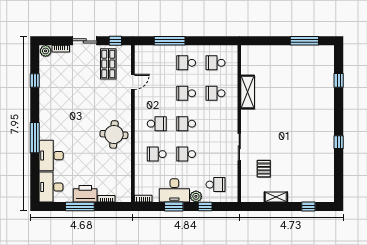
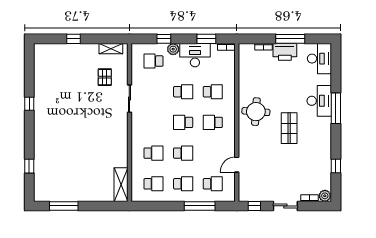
school desk: (157, 63) -> (213, 184), added
shop shelf: (108, 64) -> (289, 128), moved
shelving: (248, 92) -> (121, 185), moved
school desk: (186, 124) -> (183, 122), turned 180
desk: (51, 156) -> (319, 101), moved
shelving: (276, 197) -> (111, 49), moved
window: (174, 207) -> (206, 39), moved
window: (308, 207) -> (73, 39), moved

